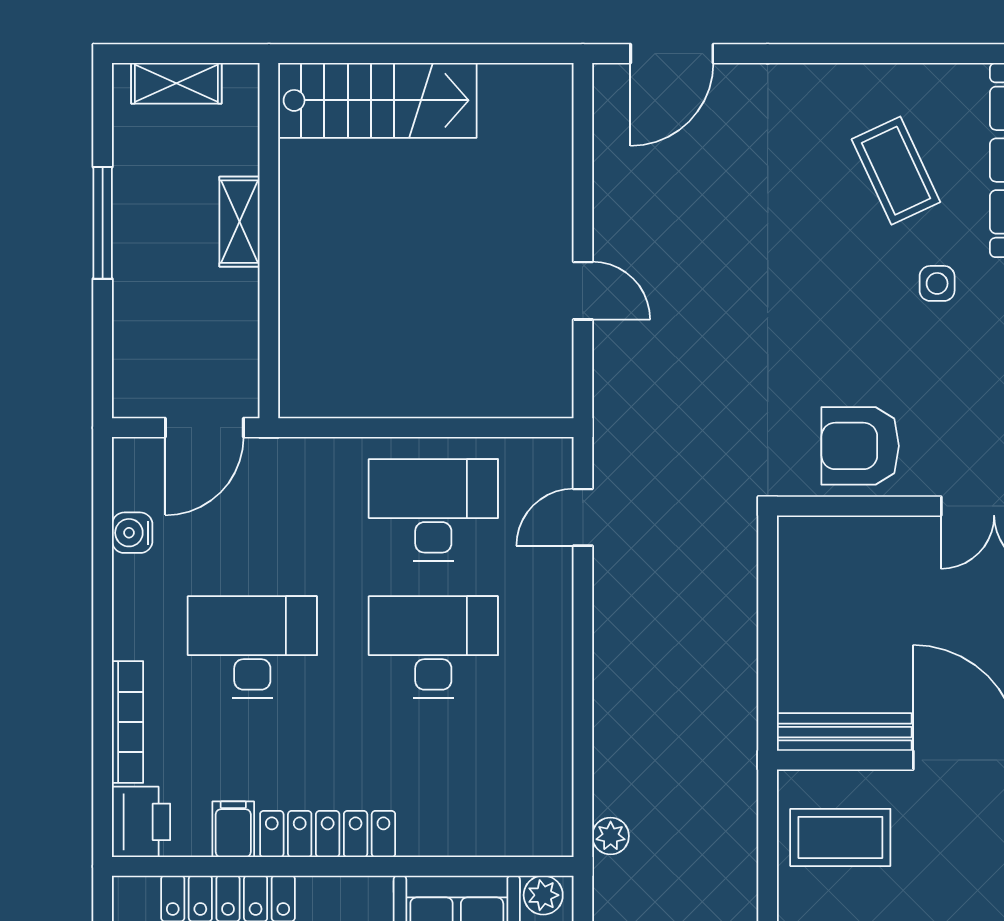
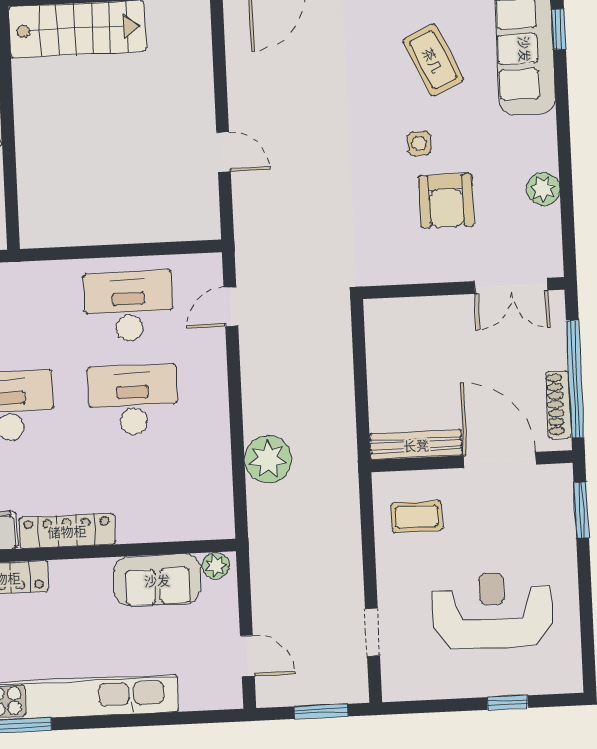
side table: (937, 283) -> (419, 143), moved
armchair: (860, 446) -> (446, 201), moved, turned -90
plant: (611, 836) -> (268, 459), moved, width x1.88, depth x1.88
coffee table: (840, 837) -> (417, 517), width x0.73, depth x0.77

